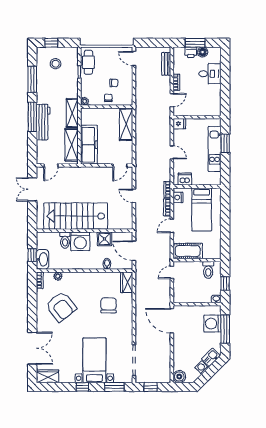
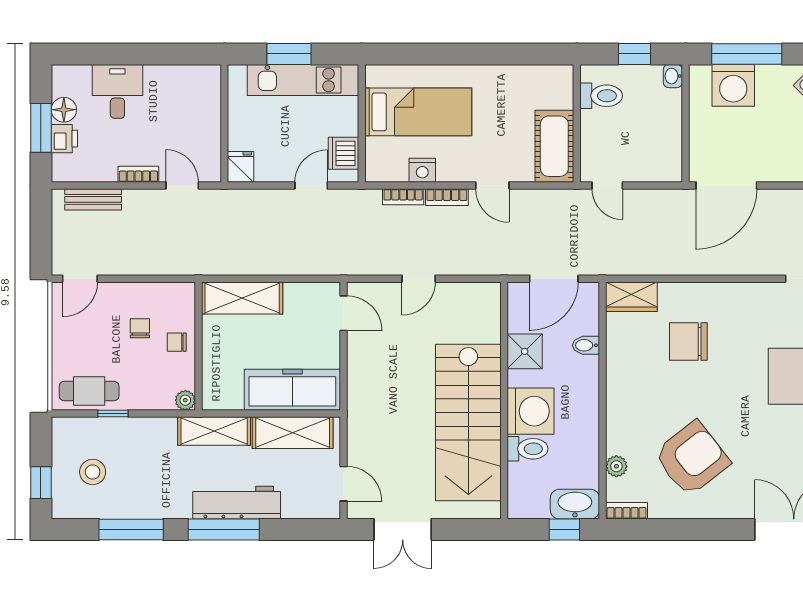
dishwasher: (185, 179) -> (343, 153), moved
wall: (197, 186) -> (362, 123), moved
bed: (202, 209) -> (418, 112), moved

